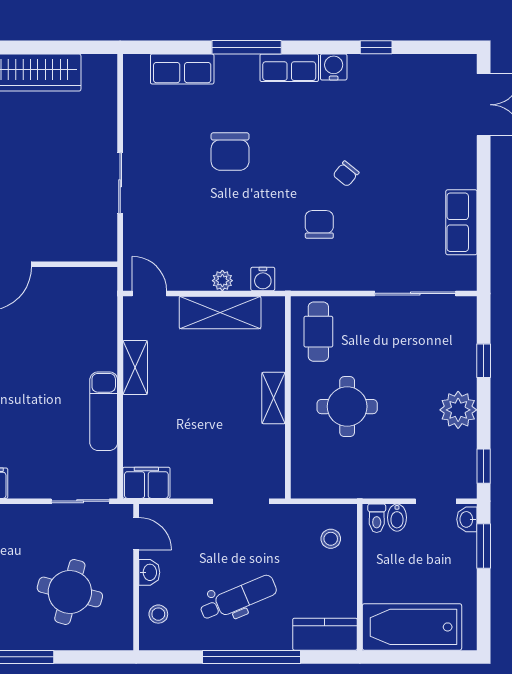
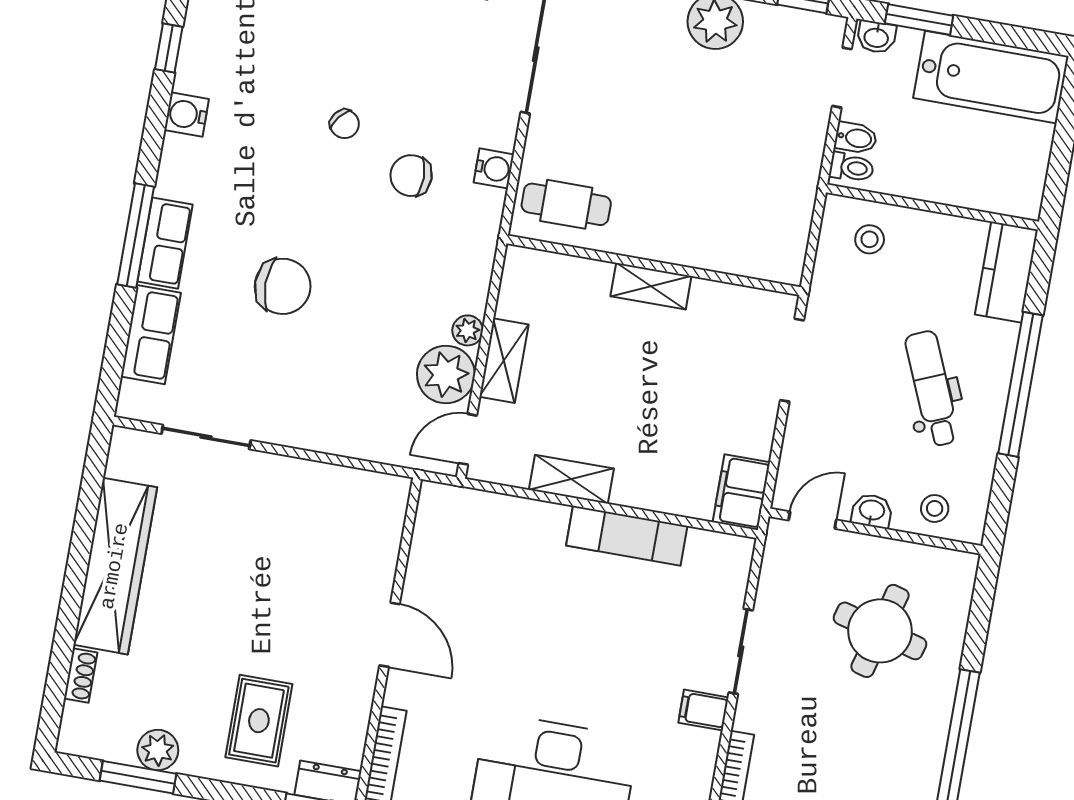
row of seats: (289, 68) -> (165, 243), moved
sliding door: (120, 183) -> (206, 437), moved
plant: (190, 271) -> (446, 374), added
water cooler: (263, 279) -> (494, 168), moved
shelving: (220, 312) -> (504, 361), width x0.67, depth x0.75
round table: (347, 407) -> (682, 182), removed
sliding door: (80, 501) -> (741, 651), moved
bathtub: (412, 627) -> (991, 77), moved, turned -90

